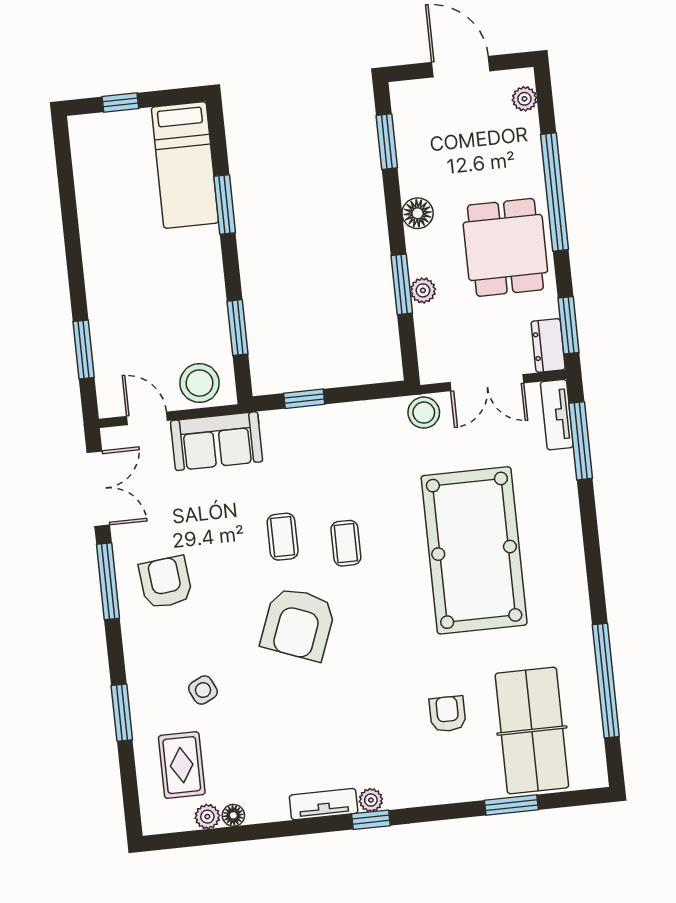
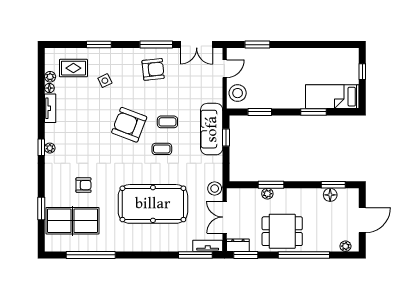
floor lamp: (418, 213) -> (330, 195), moved
sofa: (217, 441) -> (212, 129), moved, width x1.36
tv unit: (324, 804) -> (50, 108), moved

